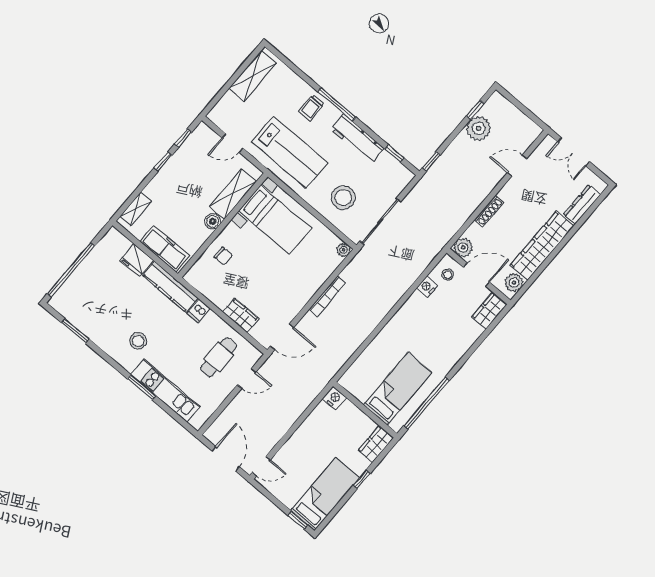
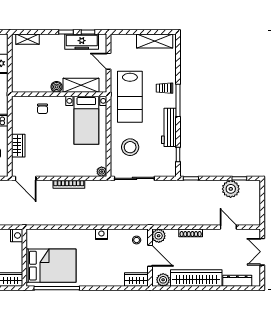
freezer: (165, 249) -> (82, 42), moved, turned 90
nightstand: (427, 287) -> (101, 234), moved
bed: (398, 389) -> (51, 266), width x1.50

